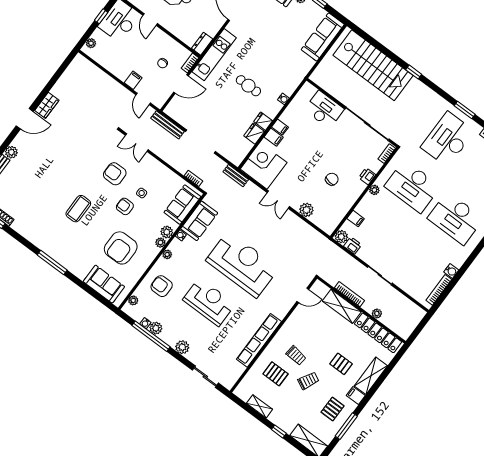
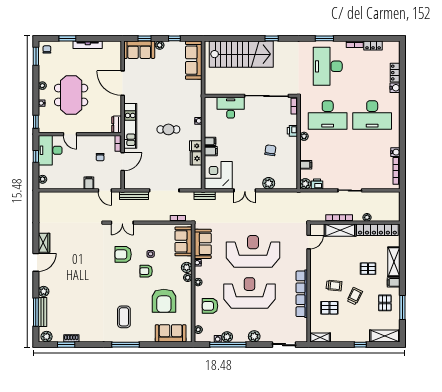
coffee table: (78, 209) -> (124, 317), moved
reception desk: (209, 302) -> (250, 293), width x1.36, depth x1.30
shelving: (259, 406) -> (320, 337), moved

